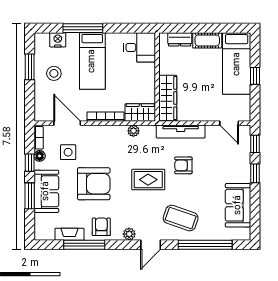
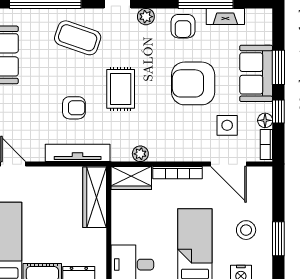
rug: (148, 180) -> (121, 89), turned 90

